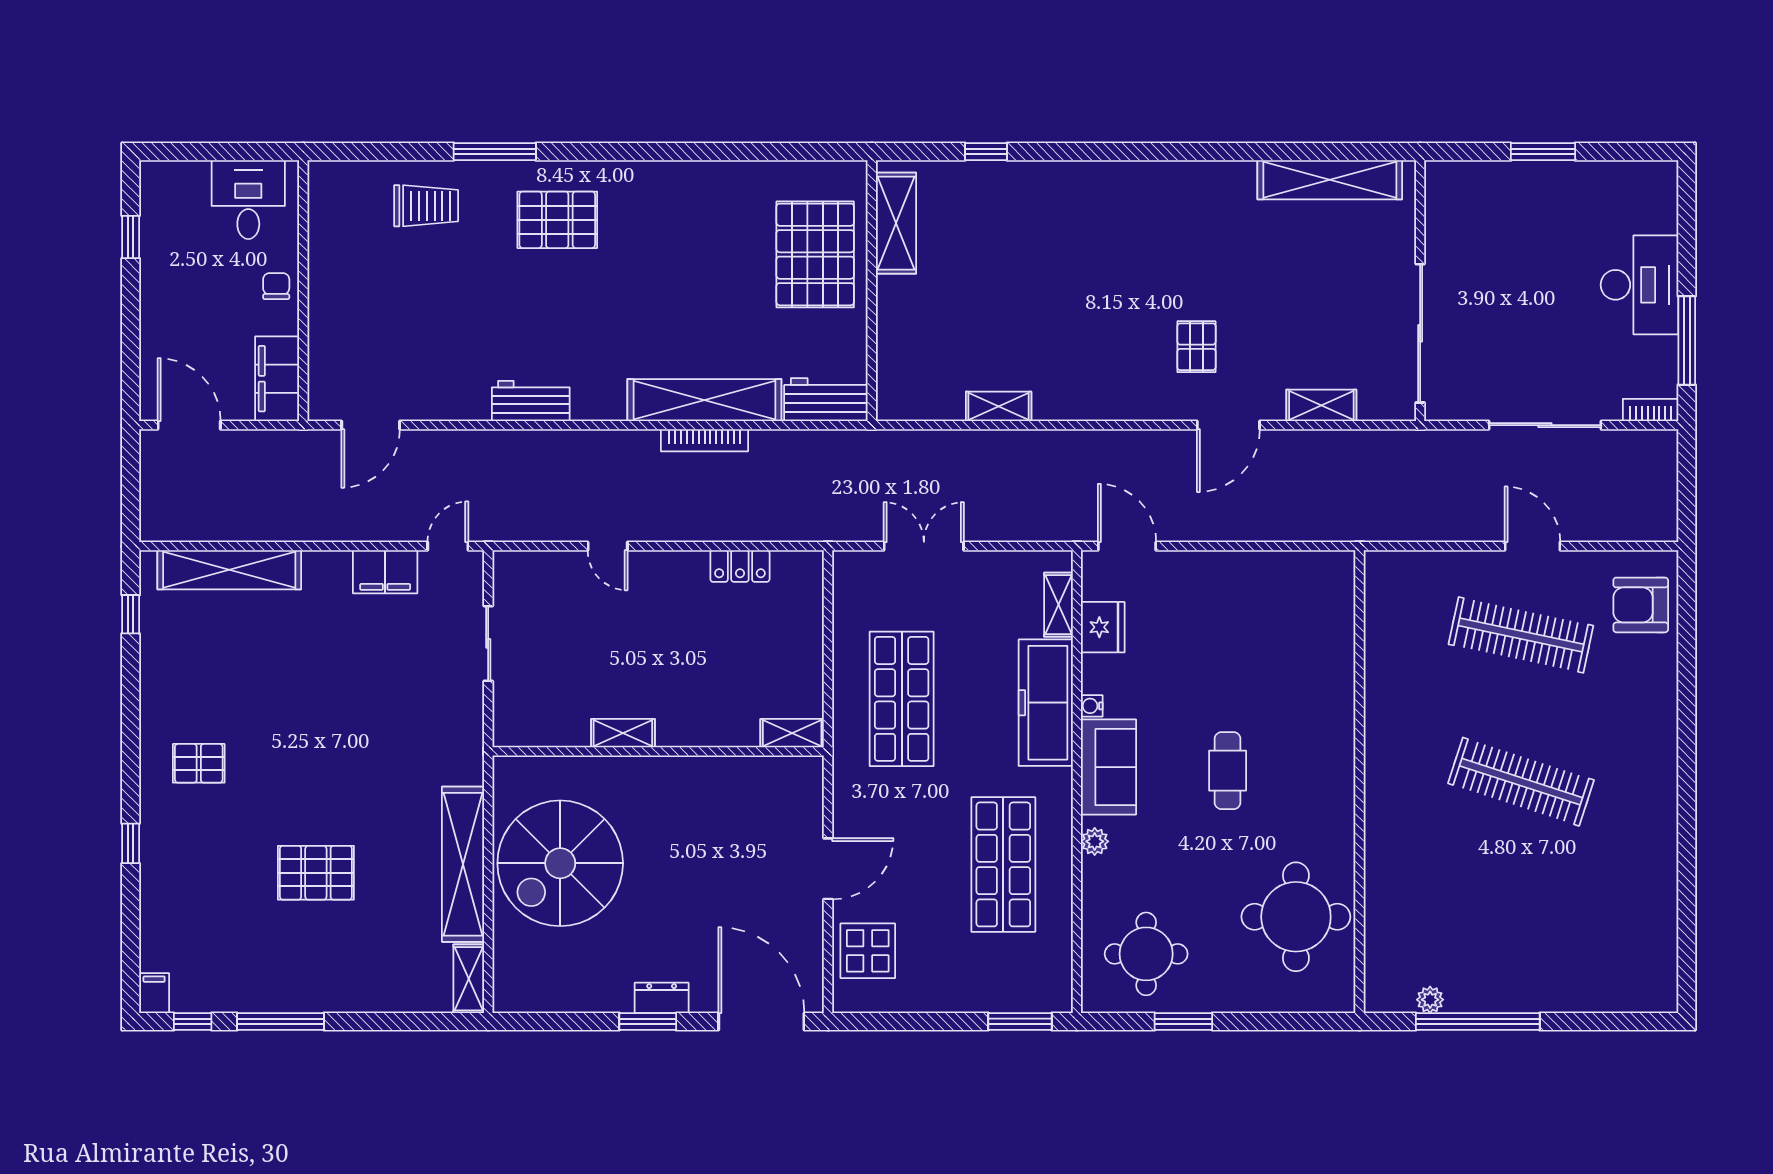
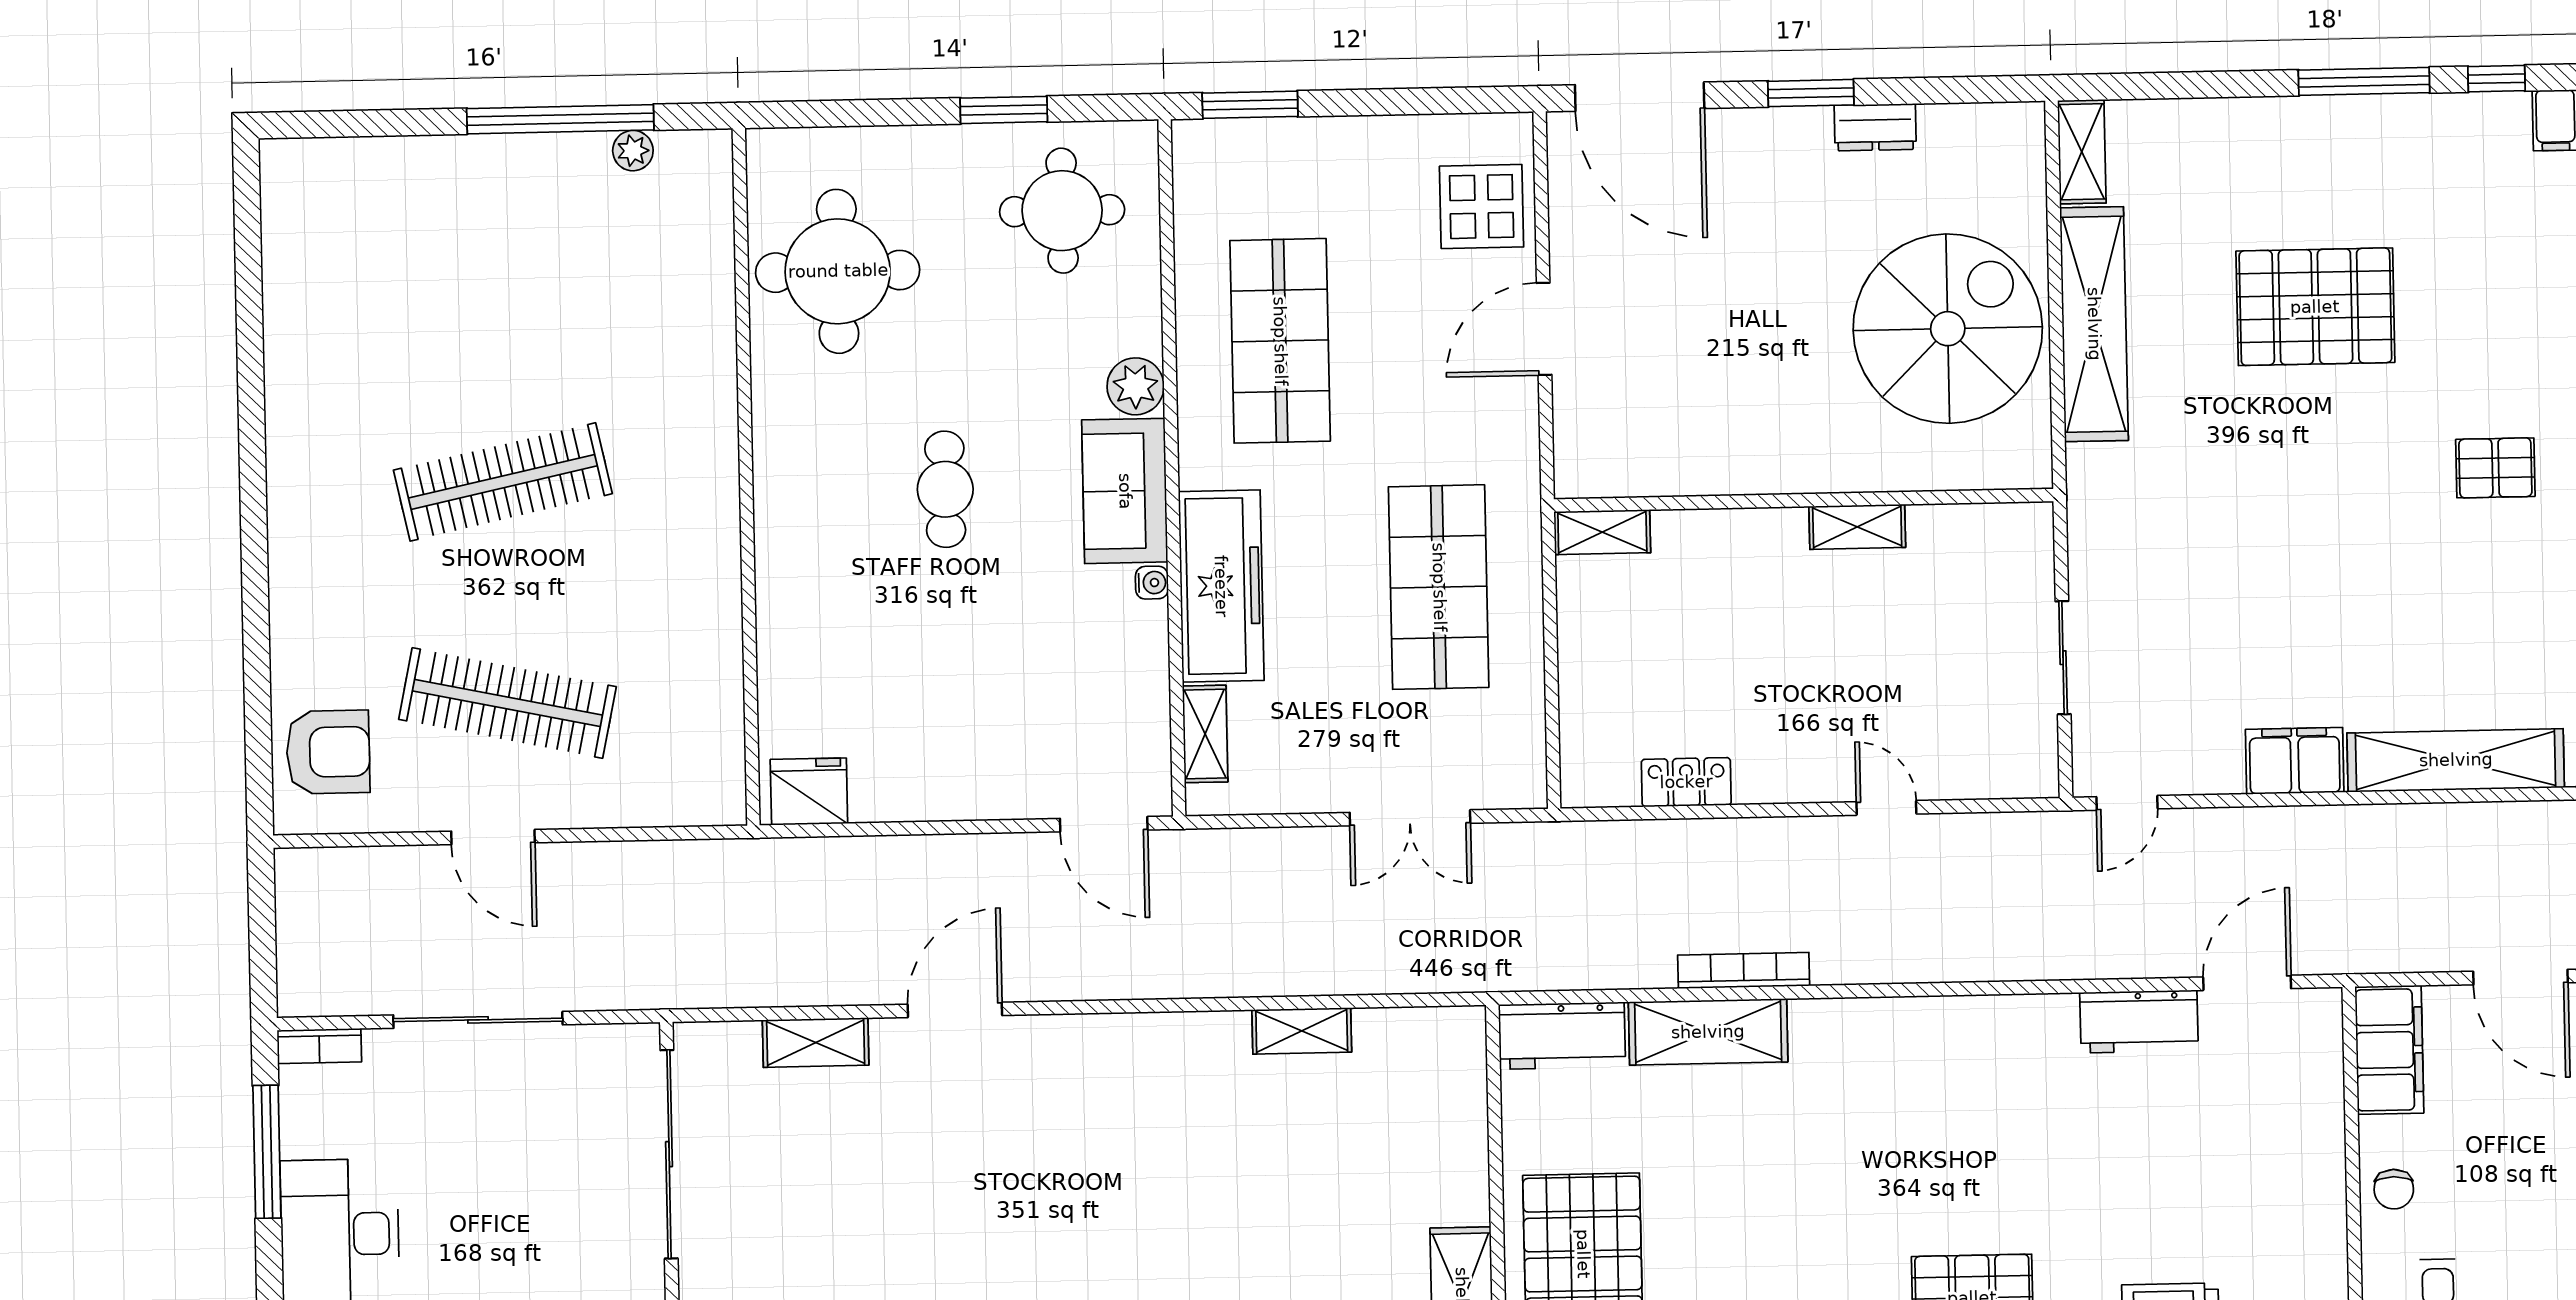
pallet: (1196, 347) -> (1005, 1127), removed
shelving: (704, 400) -> (1708, 1032), width x0.68
workbench: (531, 401) -> (2139, 1021), moved
filing cabinet: (385, 572) -> (2295, 761), moved
fridge: (1103, 627) -> (809, 791), moved, turned 90
clothes rail: (1521, 782) -> (503, 482), turned -30
plant: (1095, 841) -> (1136, 386), width x1.38, depth x1.38
pallet: (316, 873) -> (2315, 307), width x1.37, depth x1.41
dresser: (662, 998) -> (1875, 127), moved

